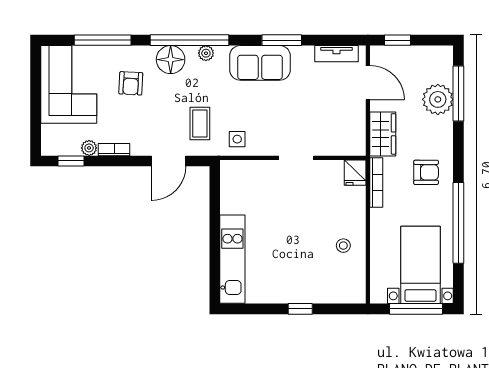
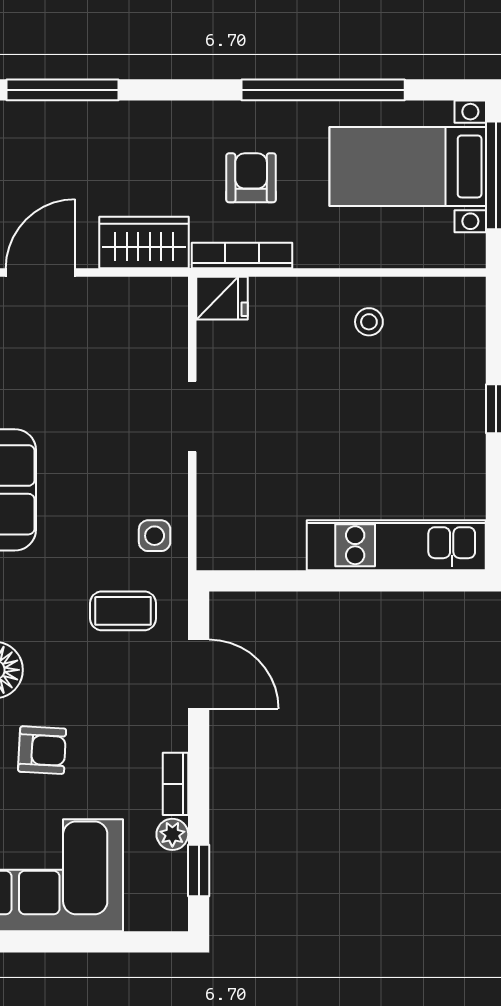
plant: (438, 99) -> (74, 131), removed
armchair: (426, 172) -> (251, 178), moved

